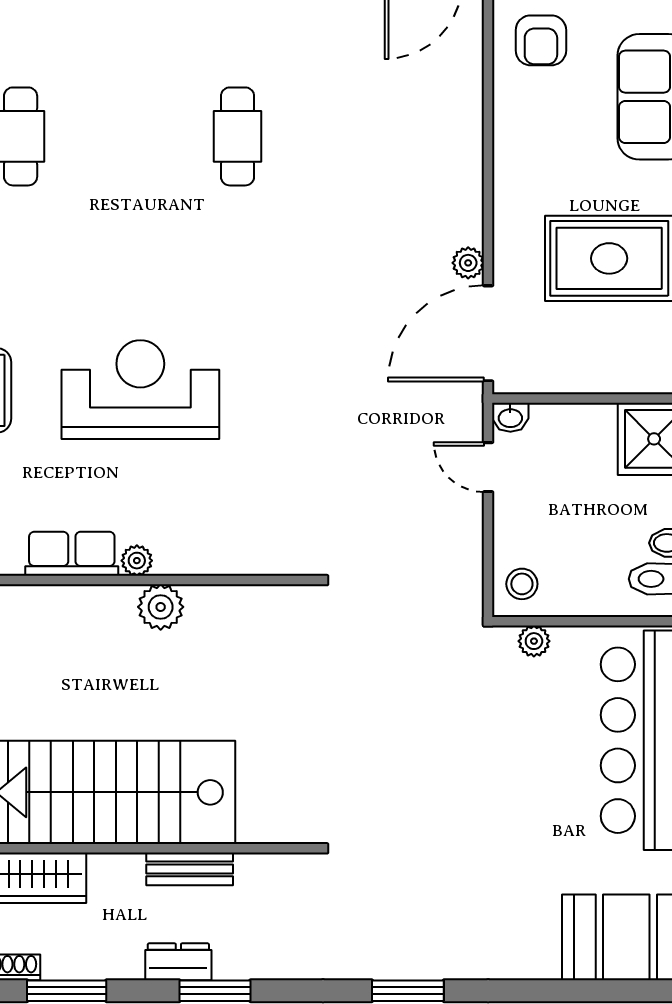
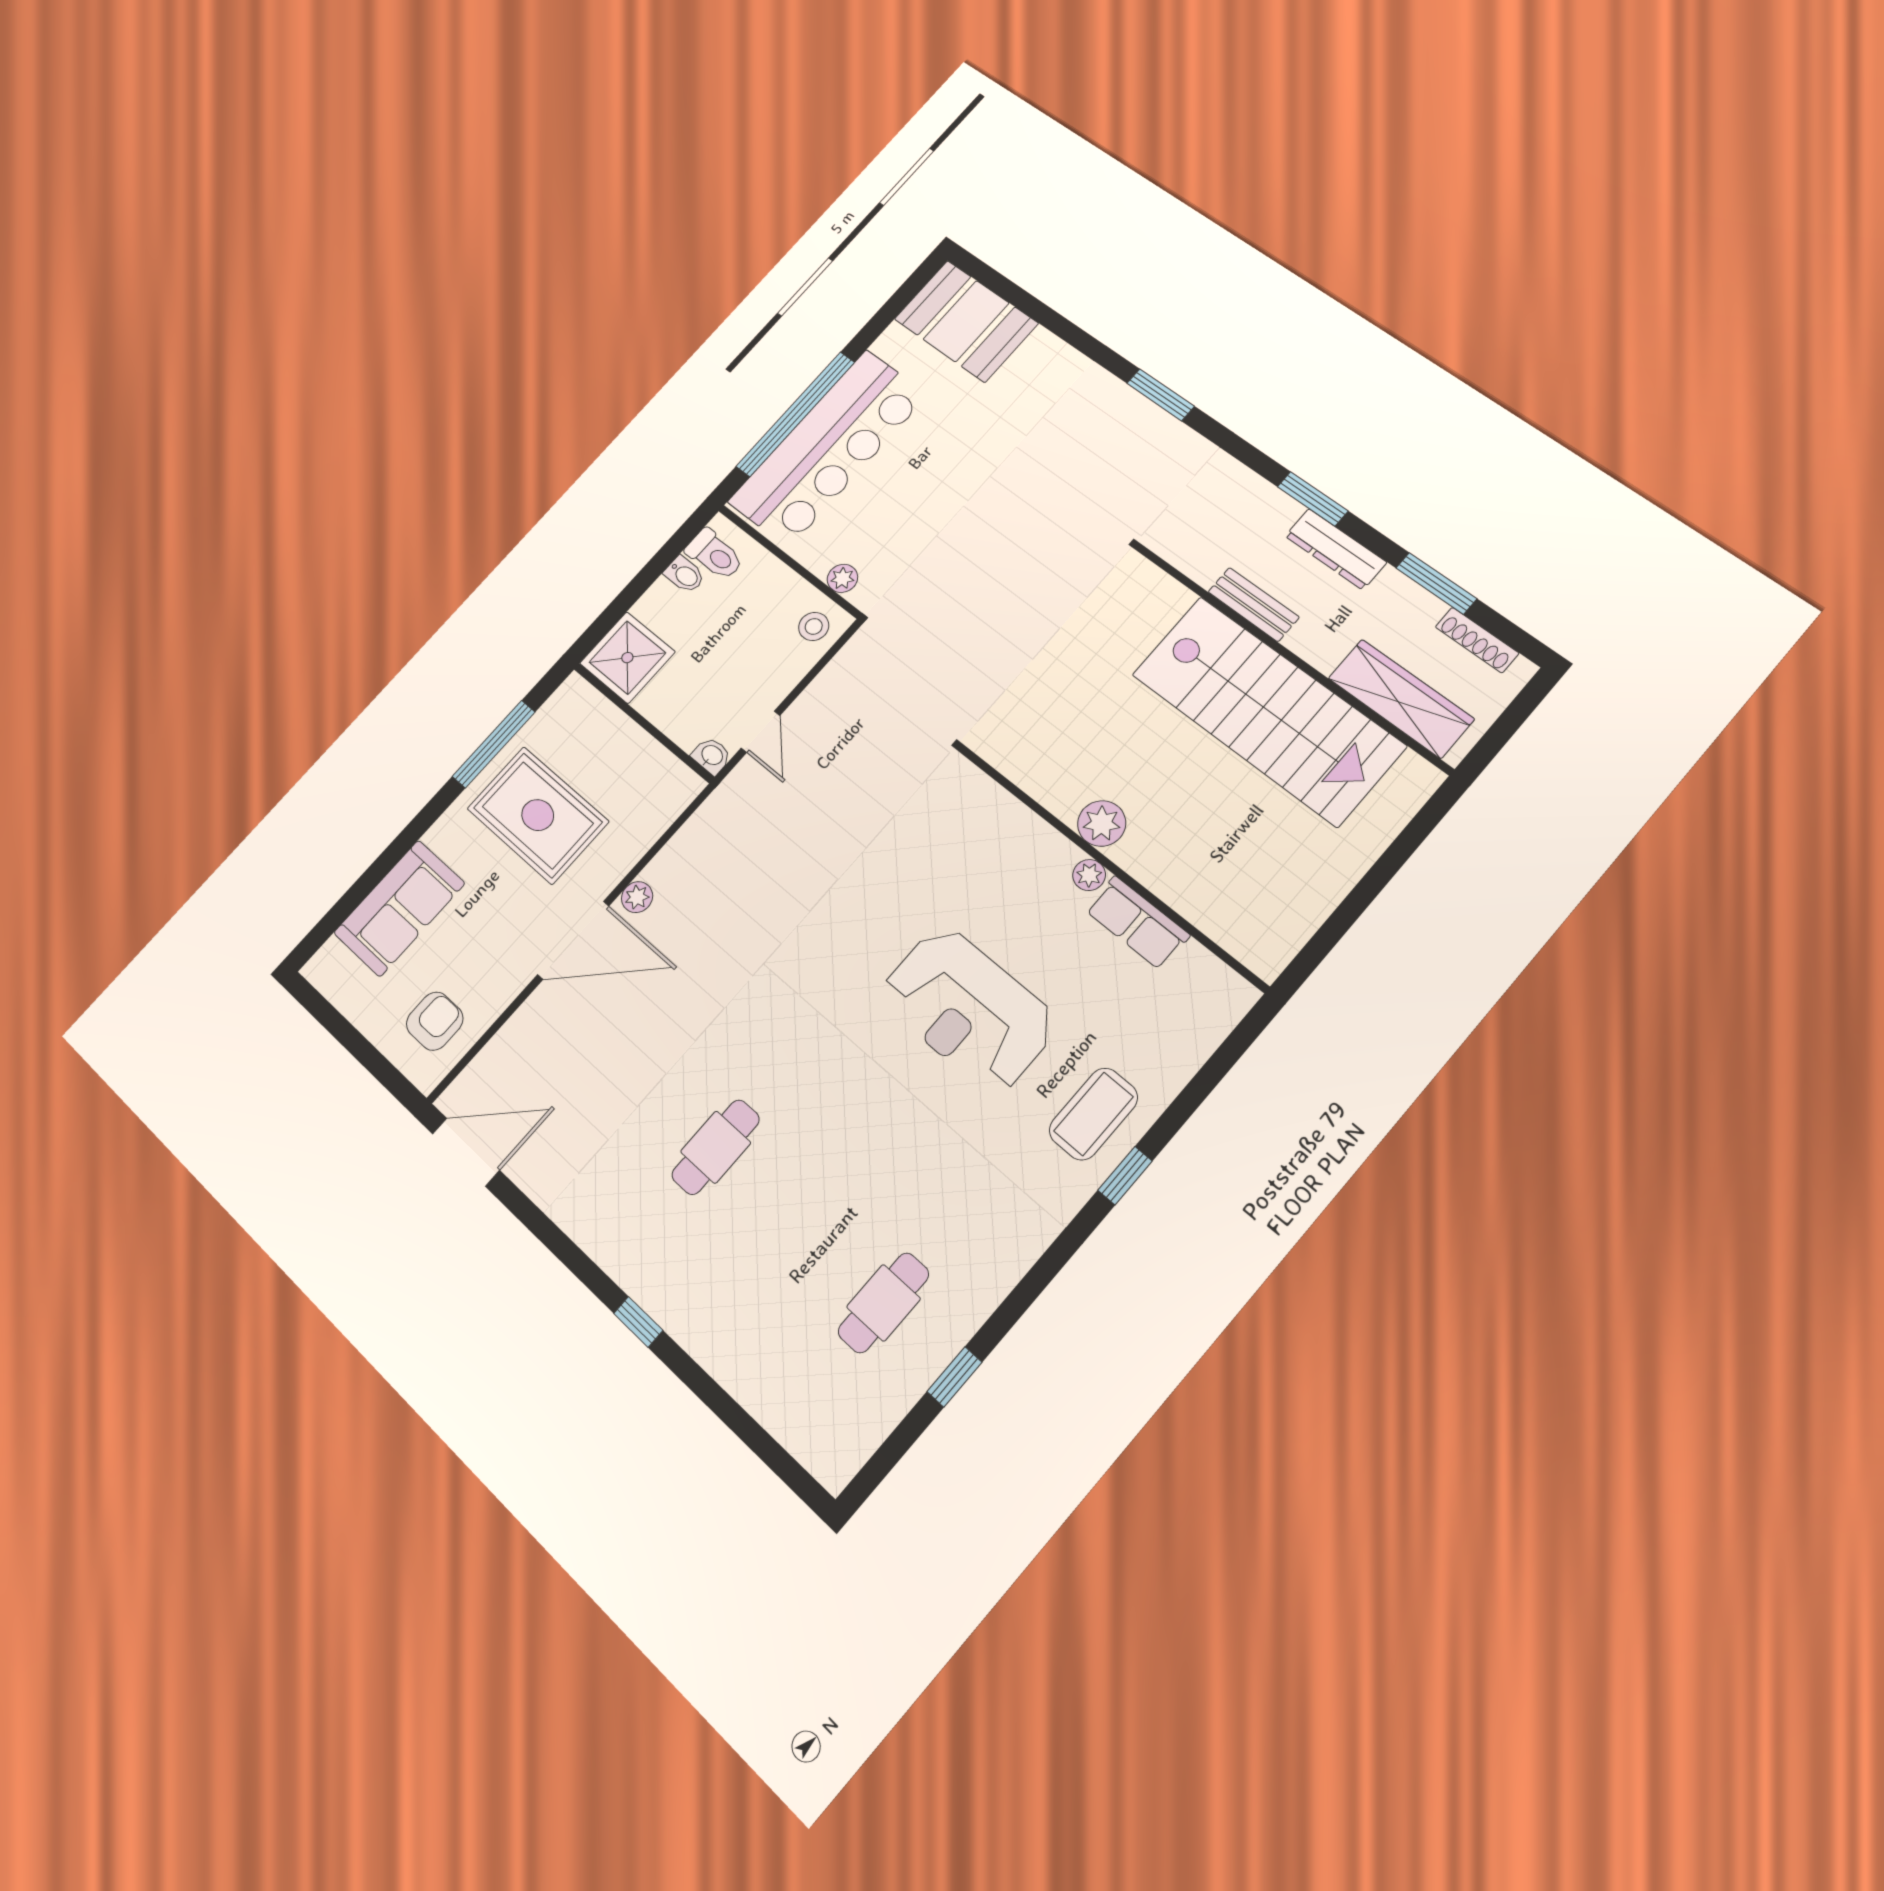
door: (488, 333) -> (573, 940), moved
dresser: (178, 962) -> (1336, 549), width x1.44

